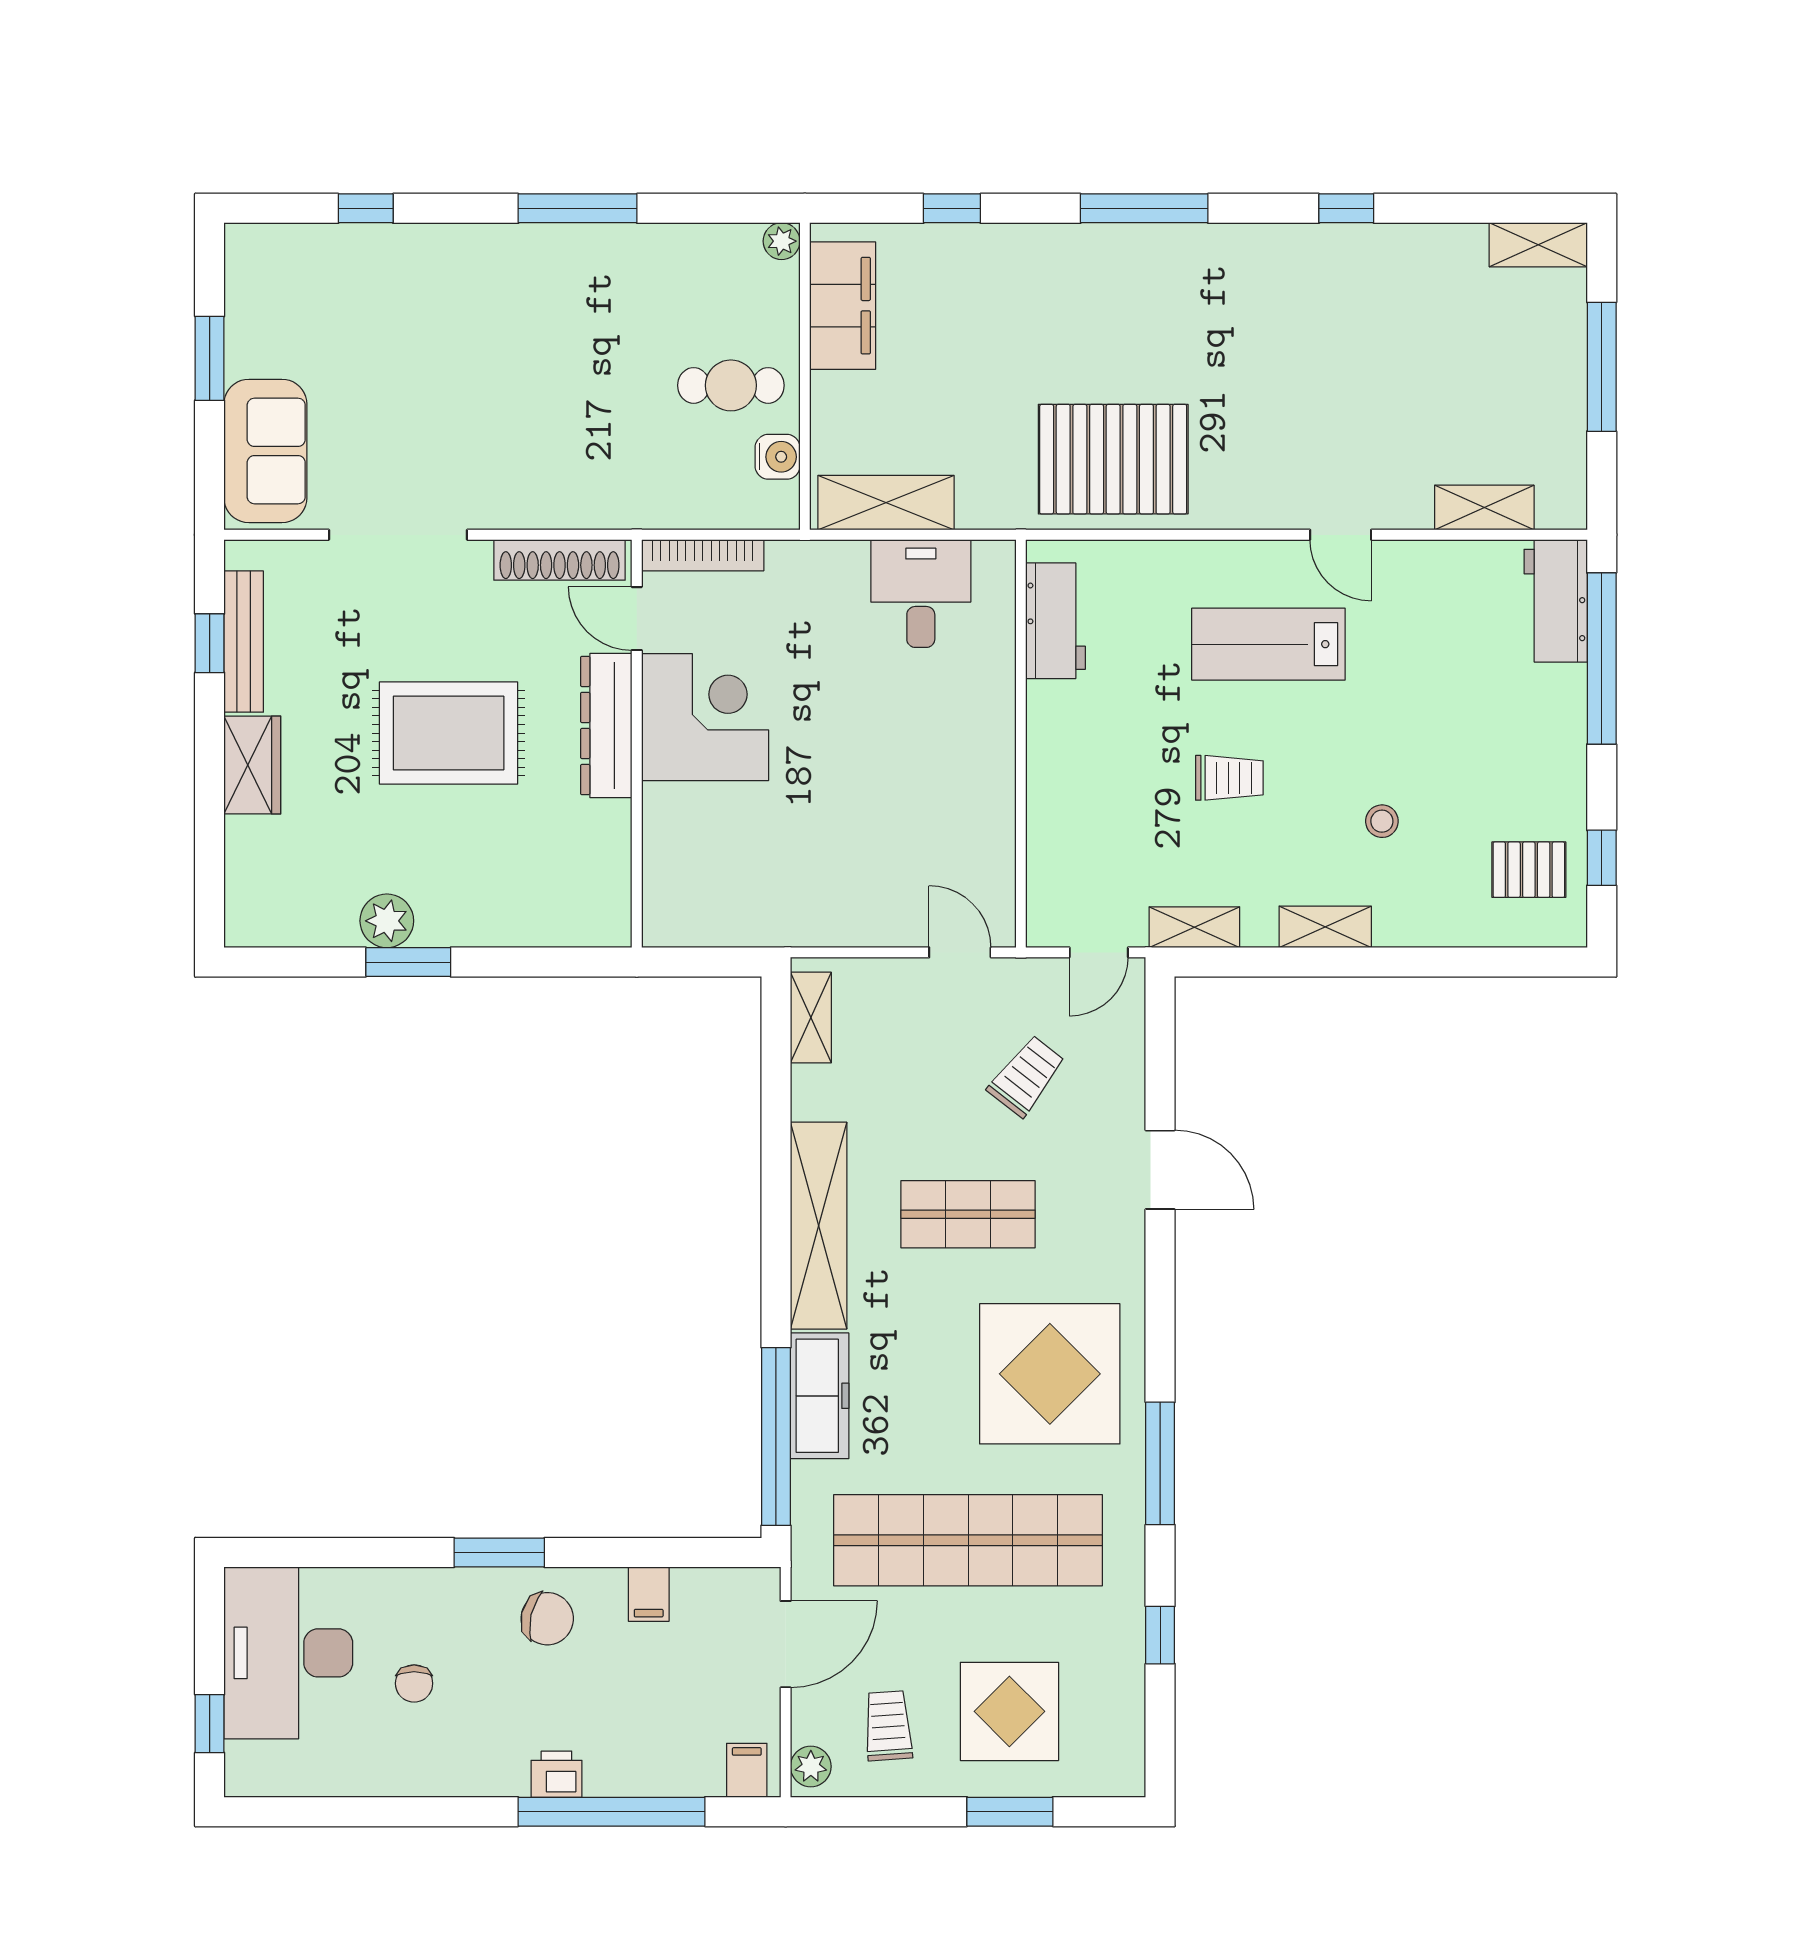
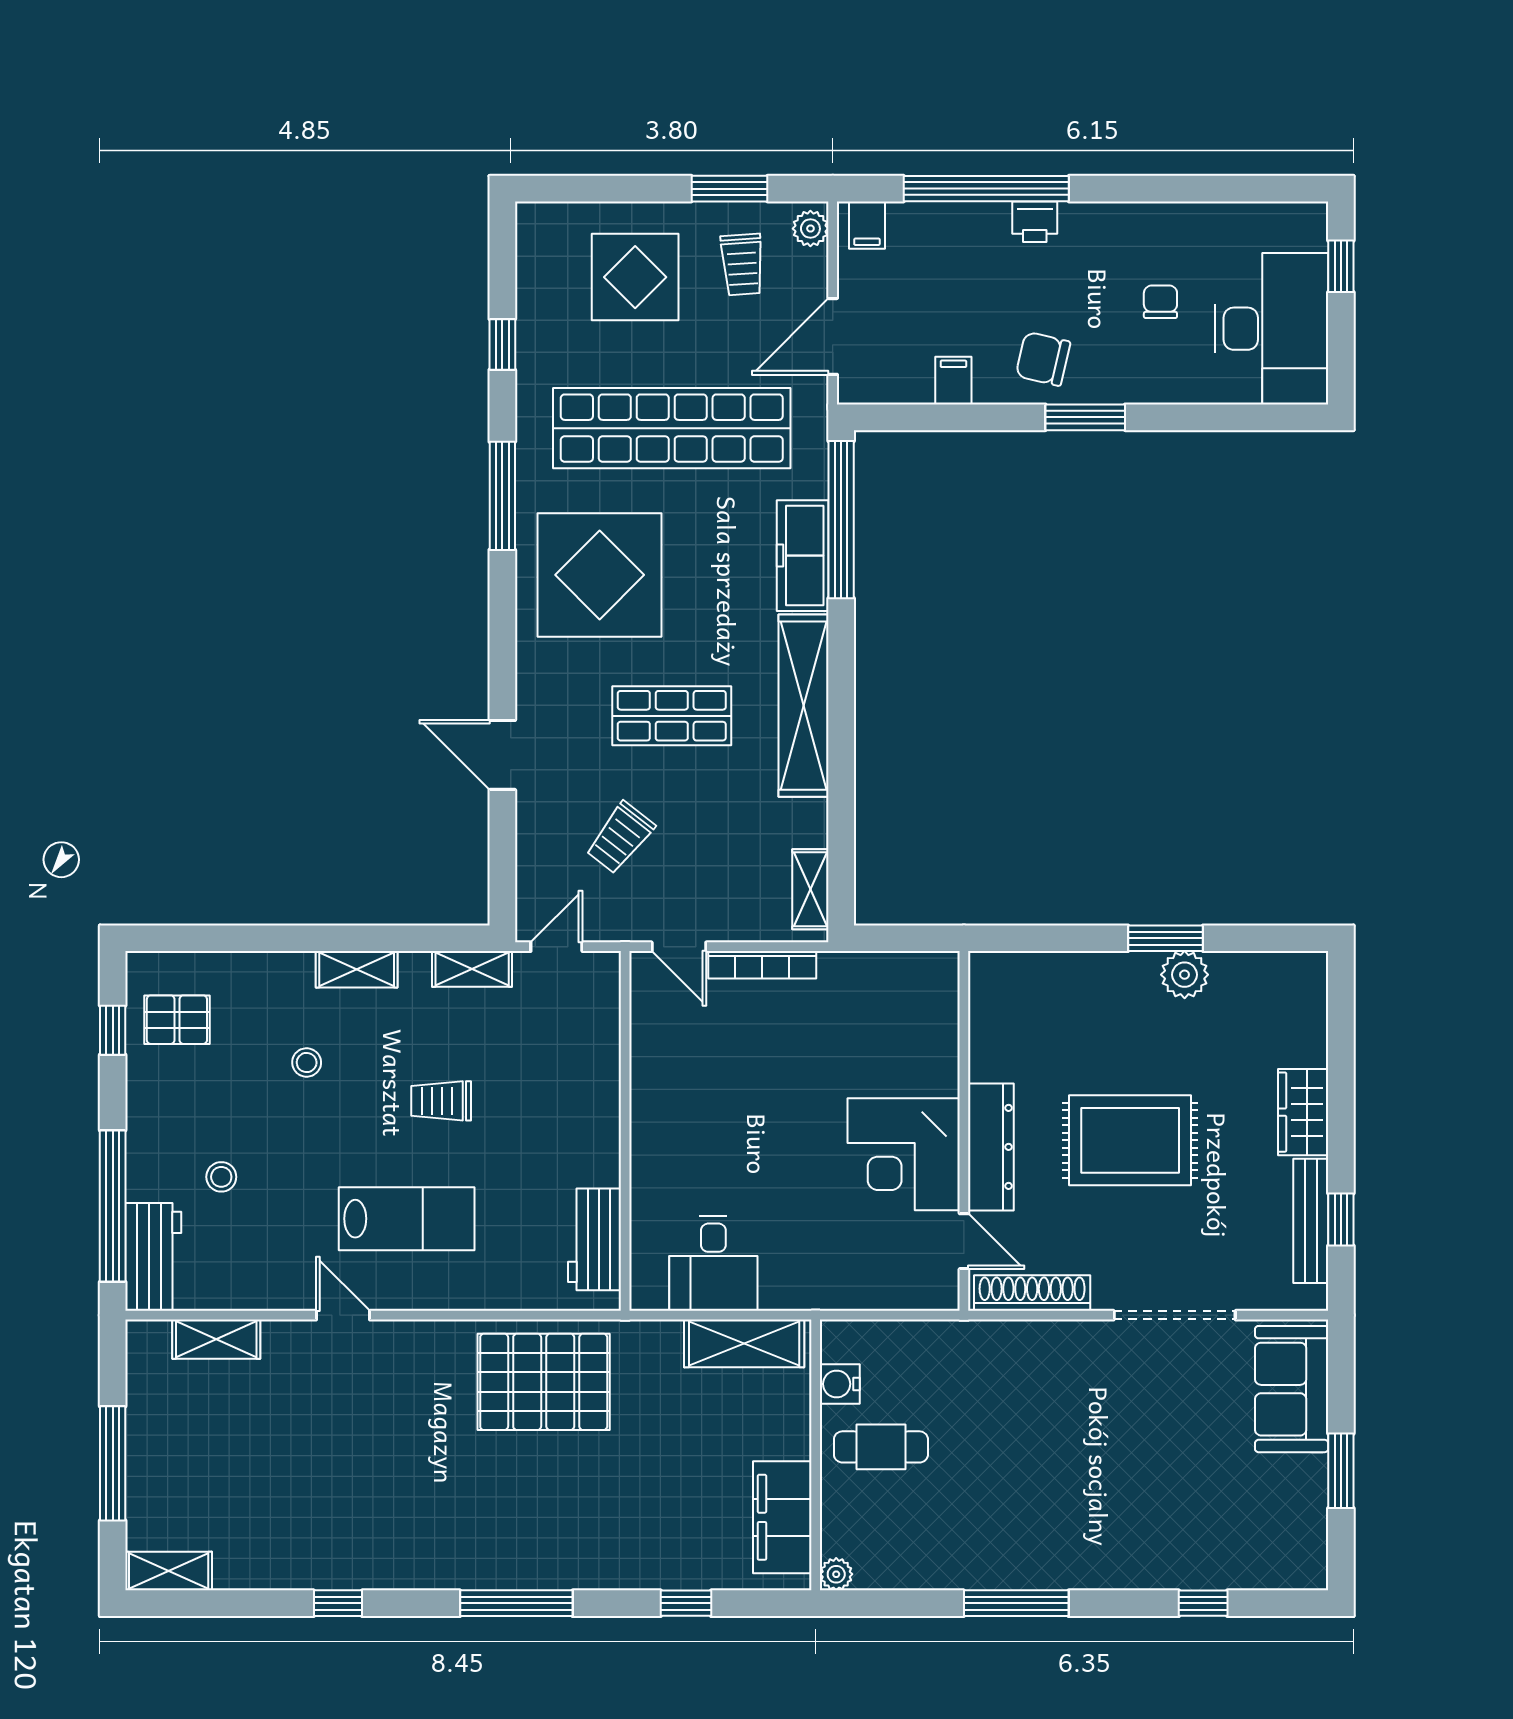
bookcase: (703, 555) -> (762, 965), moved, turned 180
stool: (1479, 692) -> (221, 1177), added
window: (1010, 1812) -> (729, 189), moved

